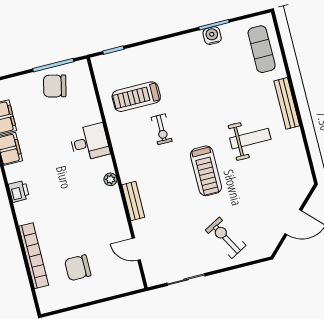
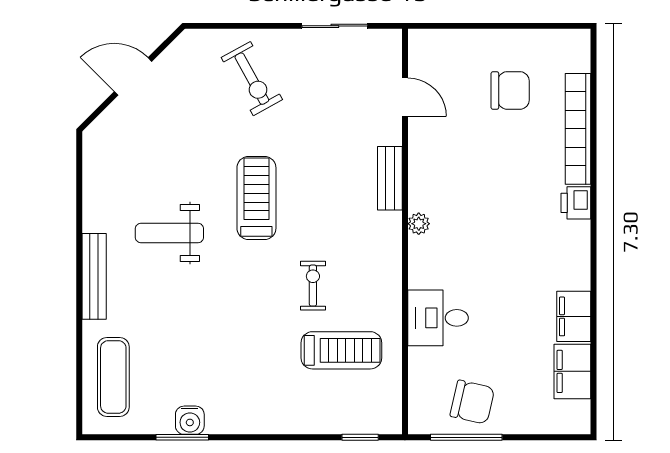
desk: (90, 142) -> (438, 318), moved
printer: (19, 191) -> (576, 203), moved

